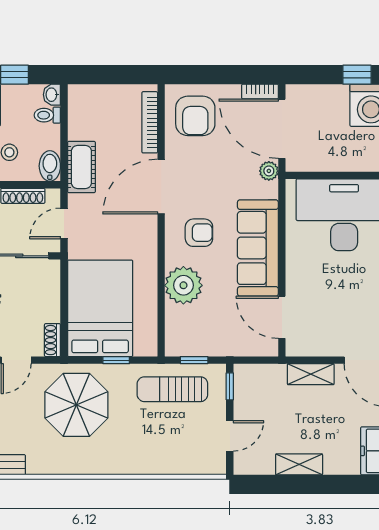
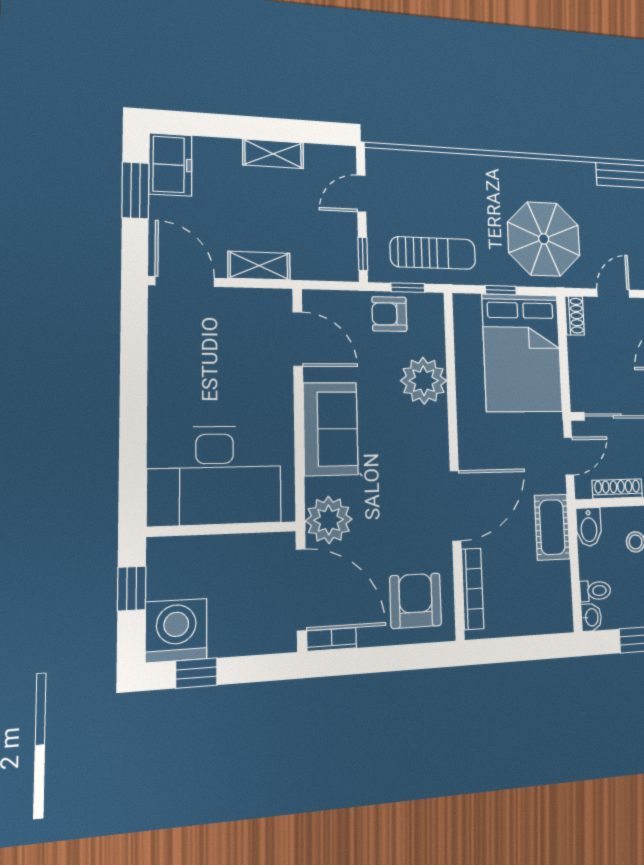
plant: (269, 171) -> (329, 520), width x1.88, depth x1.88
armchair: (199, 233) -> (389, 314), moved
sofa: (258, 248) -> (331, 429), width x0.73

